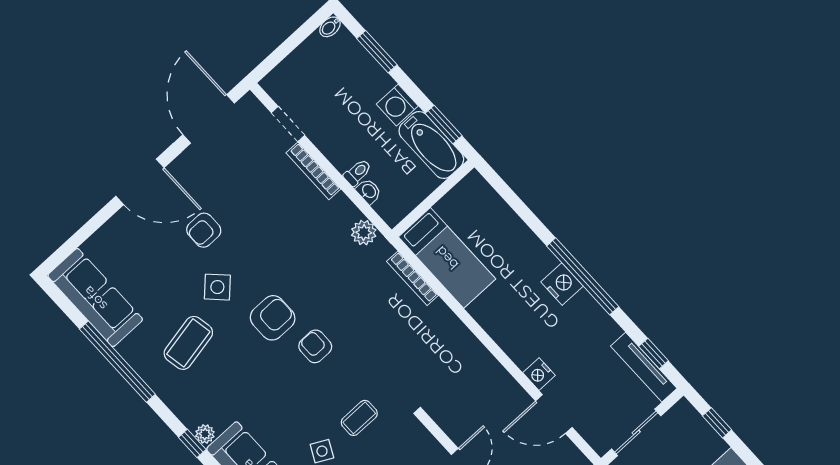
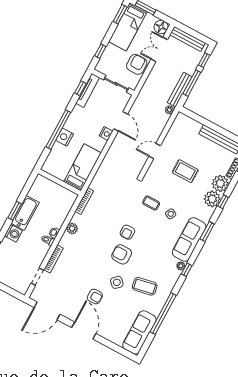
wall: (433, 198) -> (59, 182), moved
bed: (447, 258) -> (82, 167), moved

